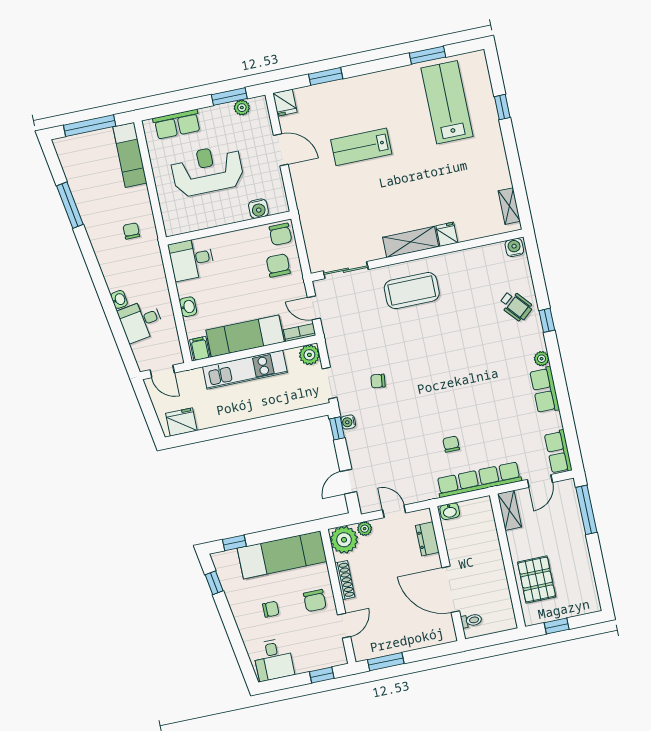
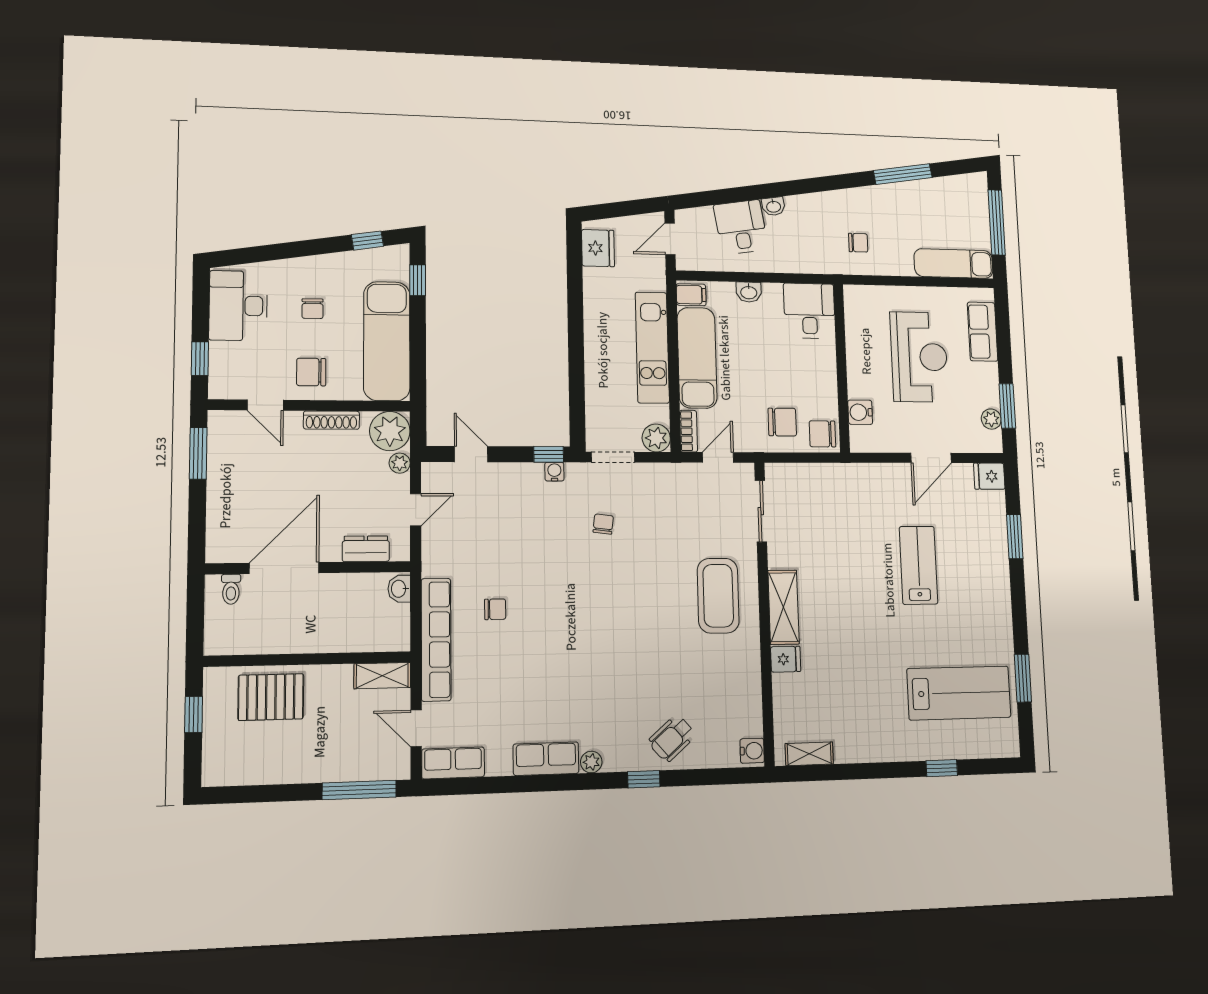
desk: (273, 660) -> (238, 306), width x1.37

